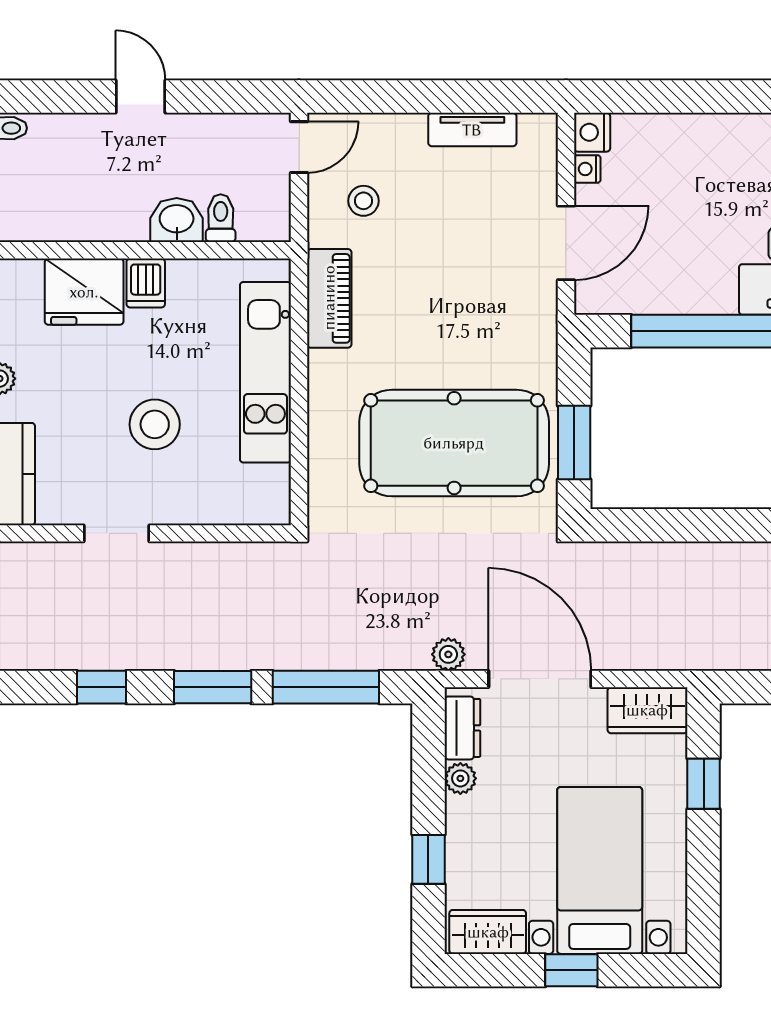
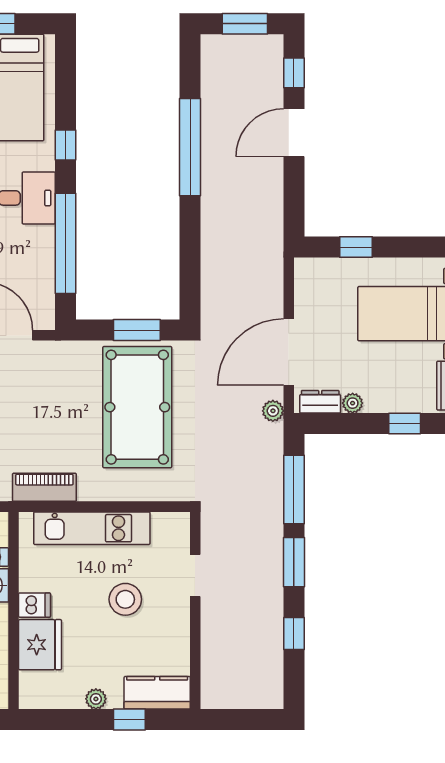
doorway: (116, 533) -> (195, 575), moved
wardrobe: (647, 710) -> (309, 283), removed

